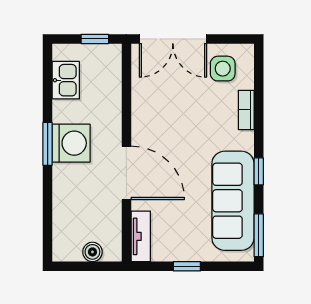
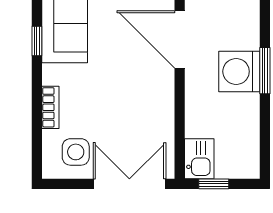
kitchen sink: (66, 80) -> (199, 159), moved, turned 180

